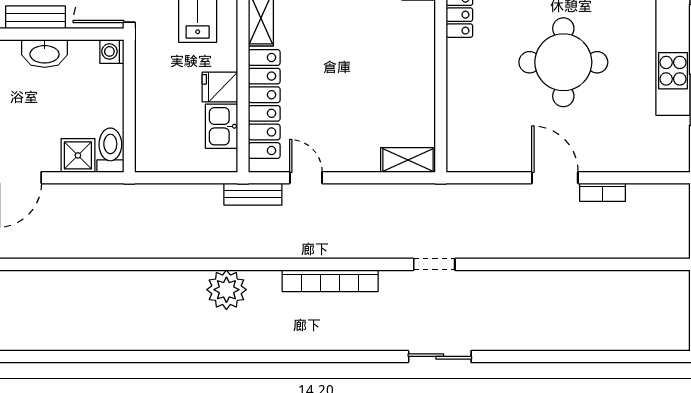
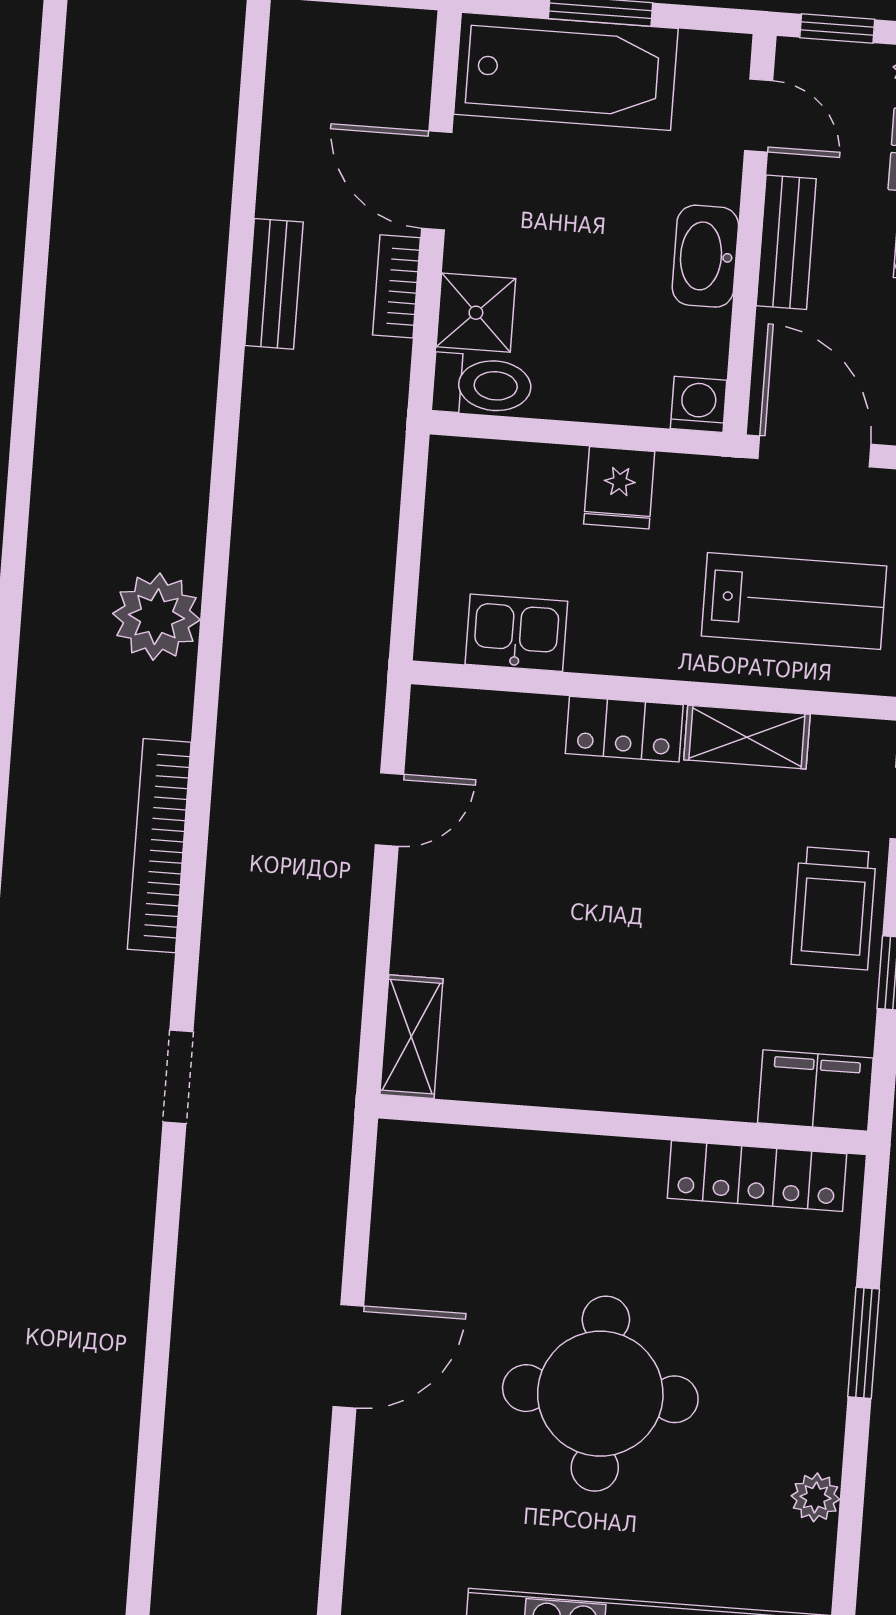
fridge: (220, 87) -> (619, 488), moved, turned 180
locker: (264, 104) -> (624, 729), width x0.46, depth x0.83
bookcase: (603, 192) -> (397, 286), moved
bench: (253, 194) -> (274, 284), moved

